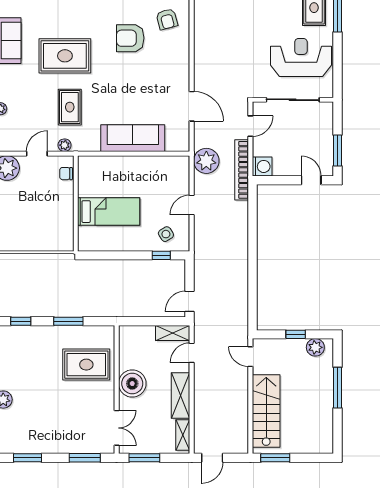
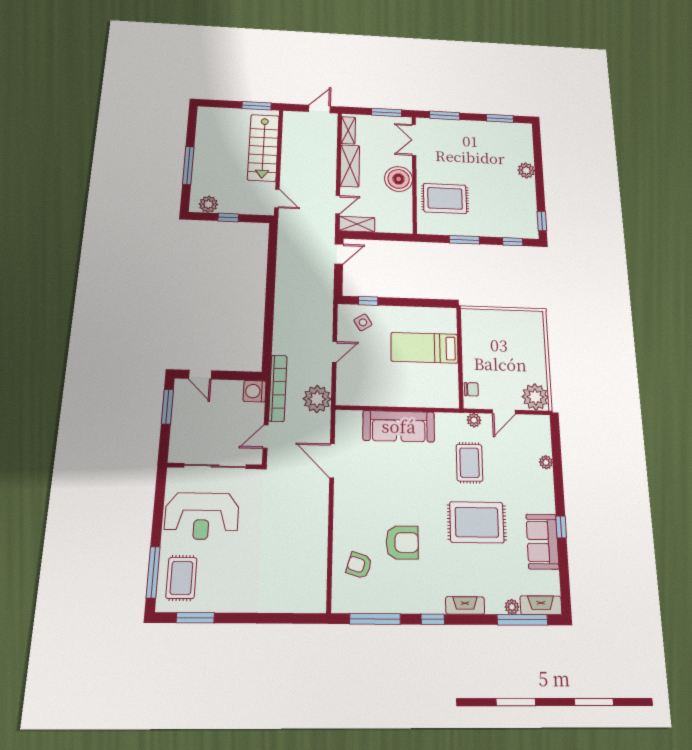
armchair: (167, 19) -> (359, 565), turned -58

